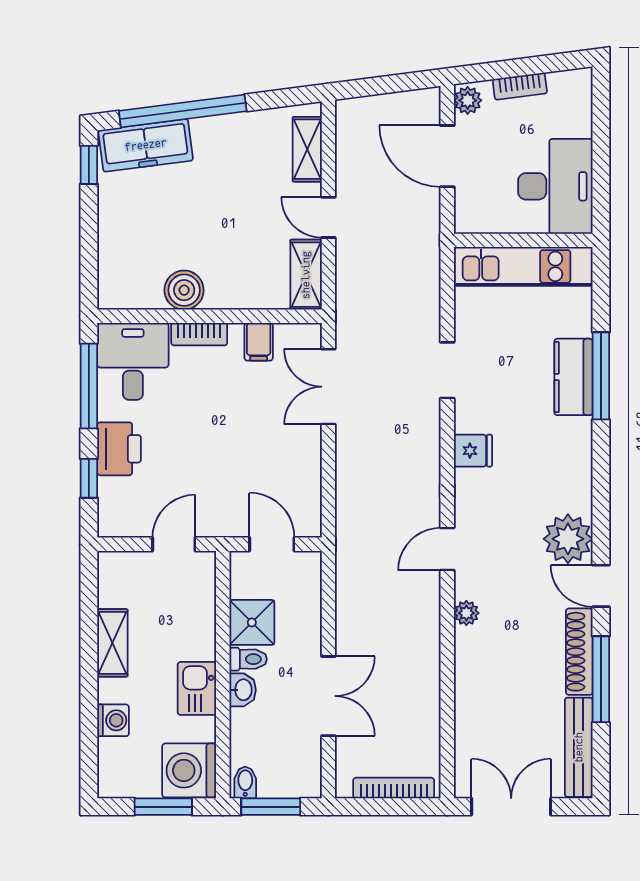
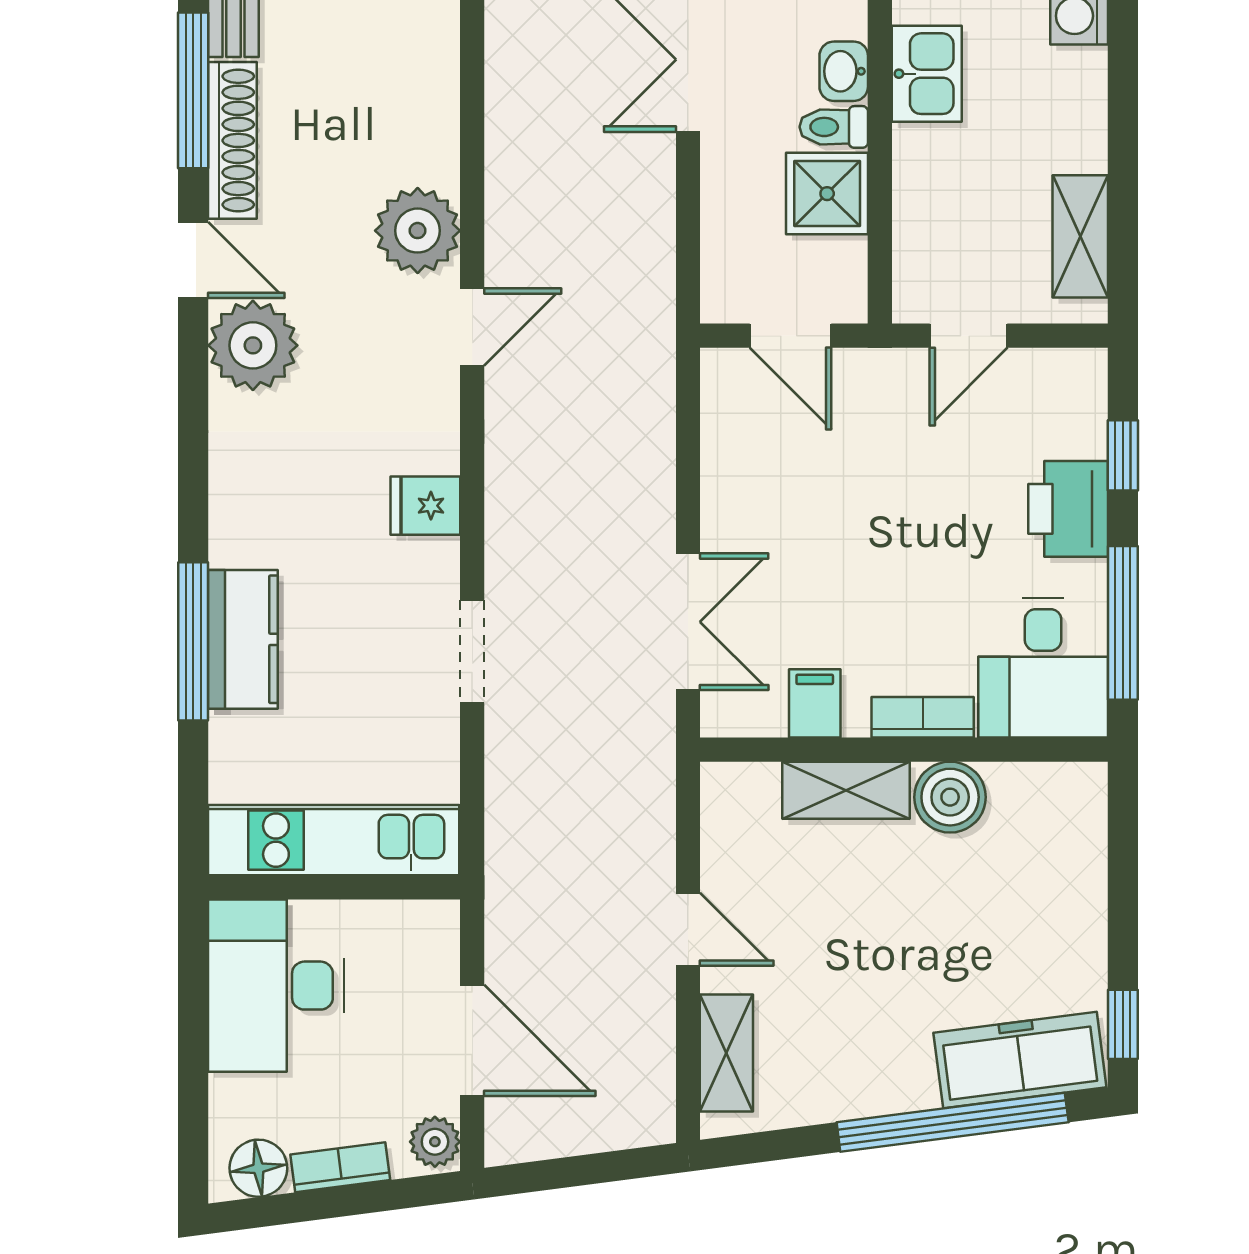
floor lamp: (565, 86) -> (258, 1168), added
shelving: (306, 275) -> (846, 790), moved, turned 90
plant: (466, 613) -> (418, 231), width x1.88, depth x1.88
shelving: (112, 643) -> (1080, 236), moved

